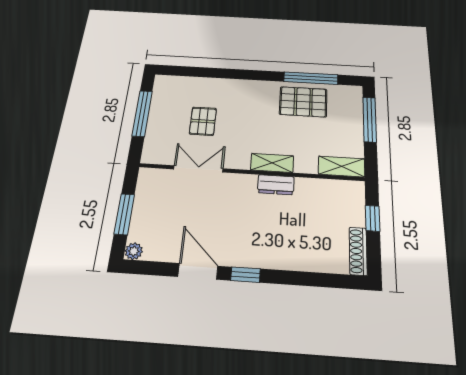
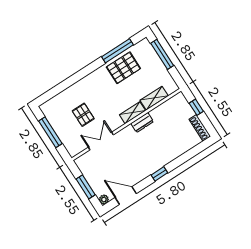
shelving: (342, 166) -> (154, 98), moved
door: (198, 271) -> (126, 196), moved

